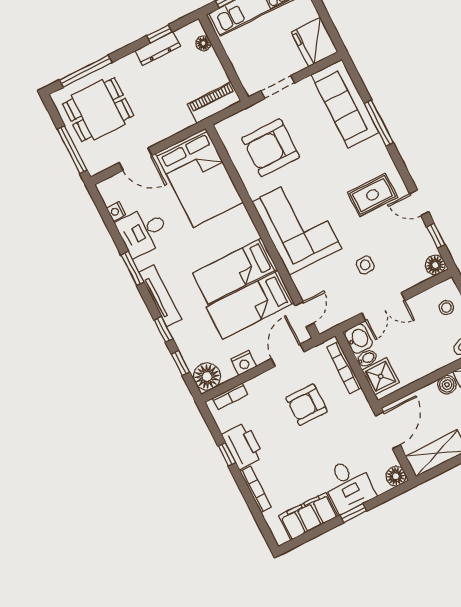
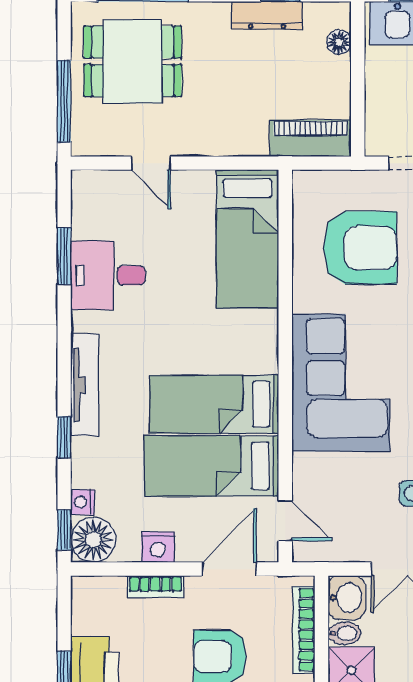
armchair: (271, 148) -> (360, 248), turned 180
door: (136, 159) -> (151, 163), width x0.73
bed: (199, 178) -> (247, 239), width x0.67
nightstand: (116, 211) -> (83, 502), moved
window: (133, 268) -> (64, 256), moved
door: (305, 314) -> (285, 521), hinge flipped
window: (180, 363) -> (64, 530), moved
bookcase: (230, 396) -> (155, 587), moved

